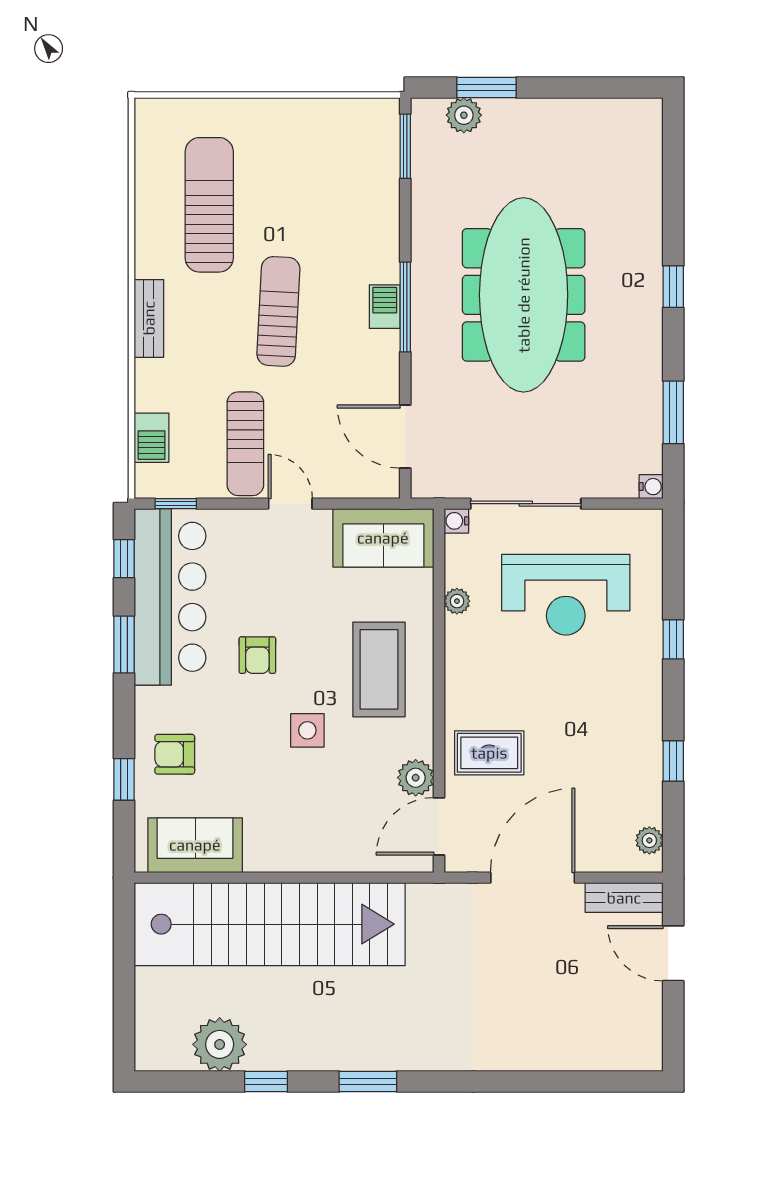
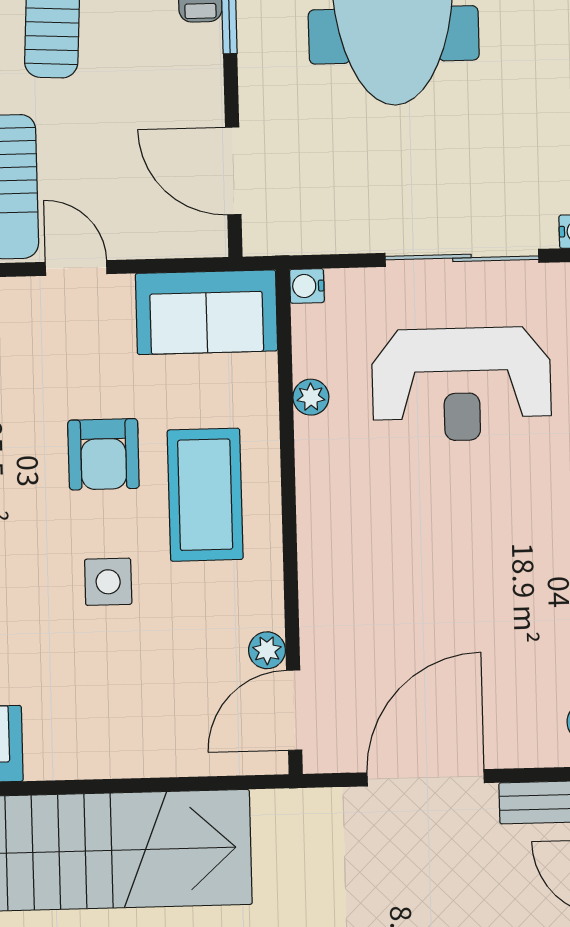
sliding door: (526, 504) -> (462, 258), moved
armchair: (257, 655) -> (103, 454), moved, width x1.38, depth x1.38
rug: (489, 753) -> (361, 606), removed
plant: (416, 778) -> (267, 650), width x0.73, depth x0.73

